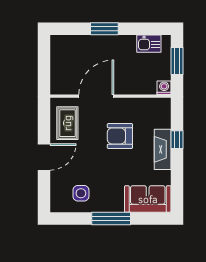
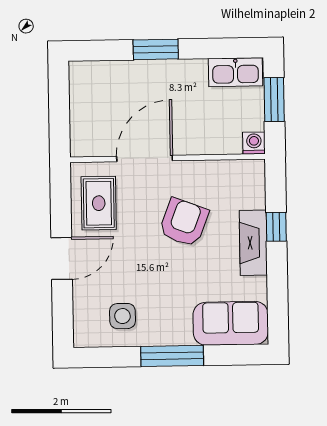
kitchen sink: (149, 44) -> (235, 72), width x1.38
armchair: (120, 136) -> (184, 222), turned 111

